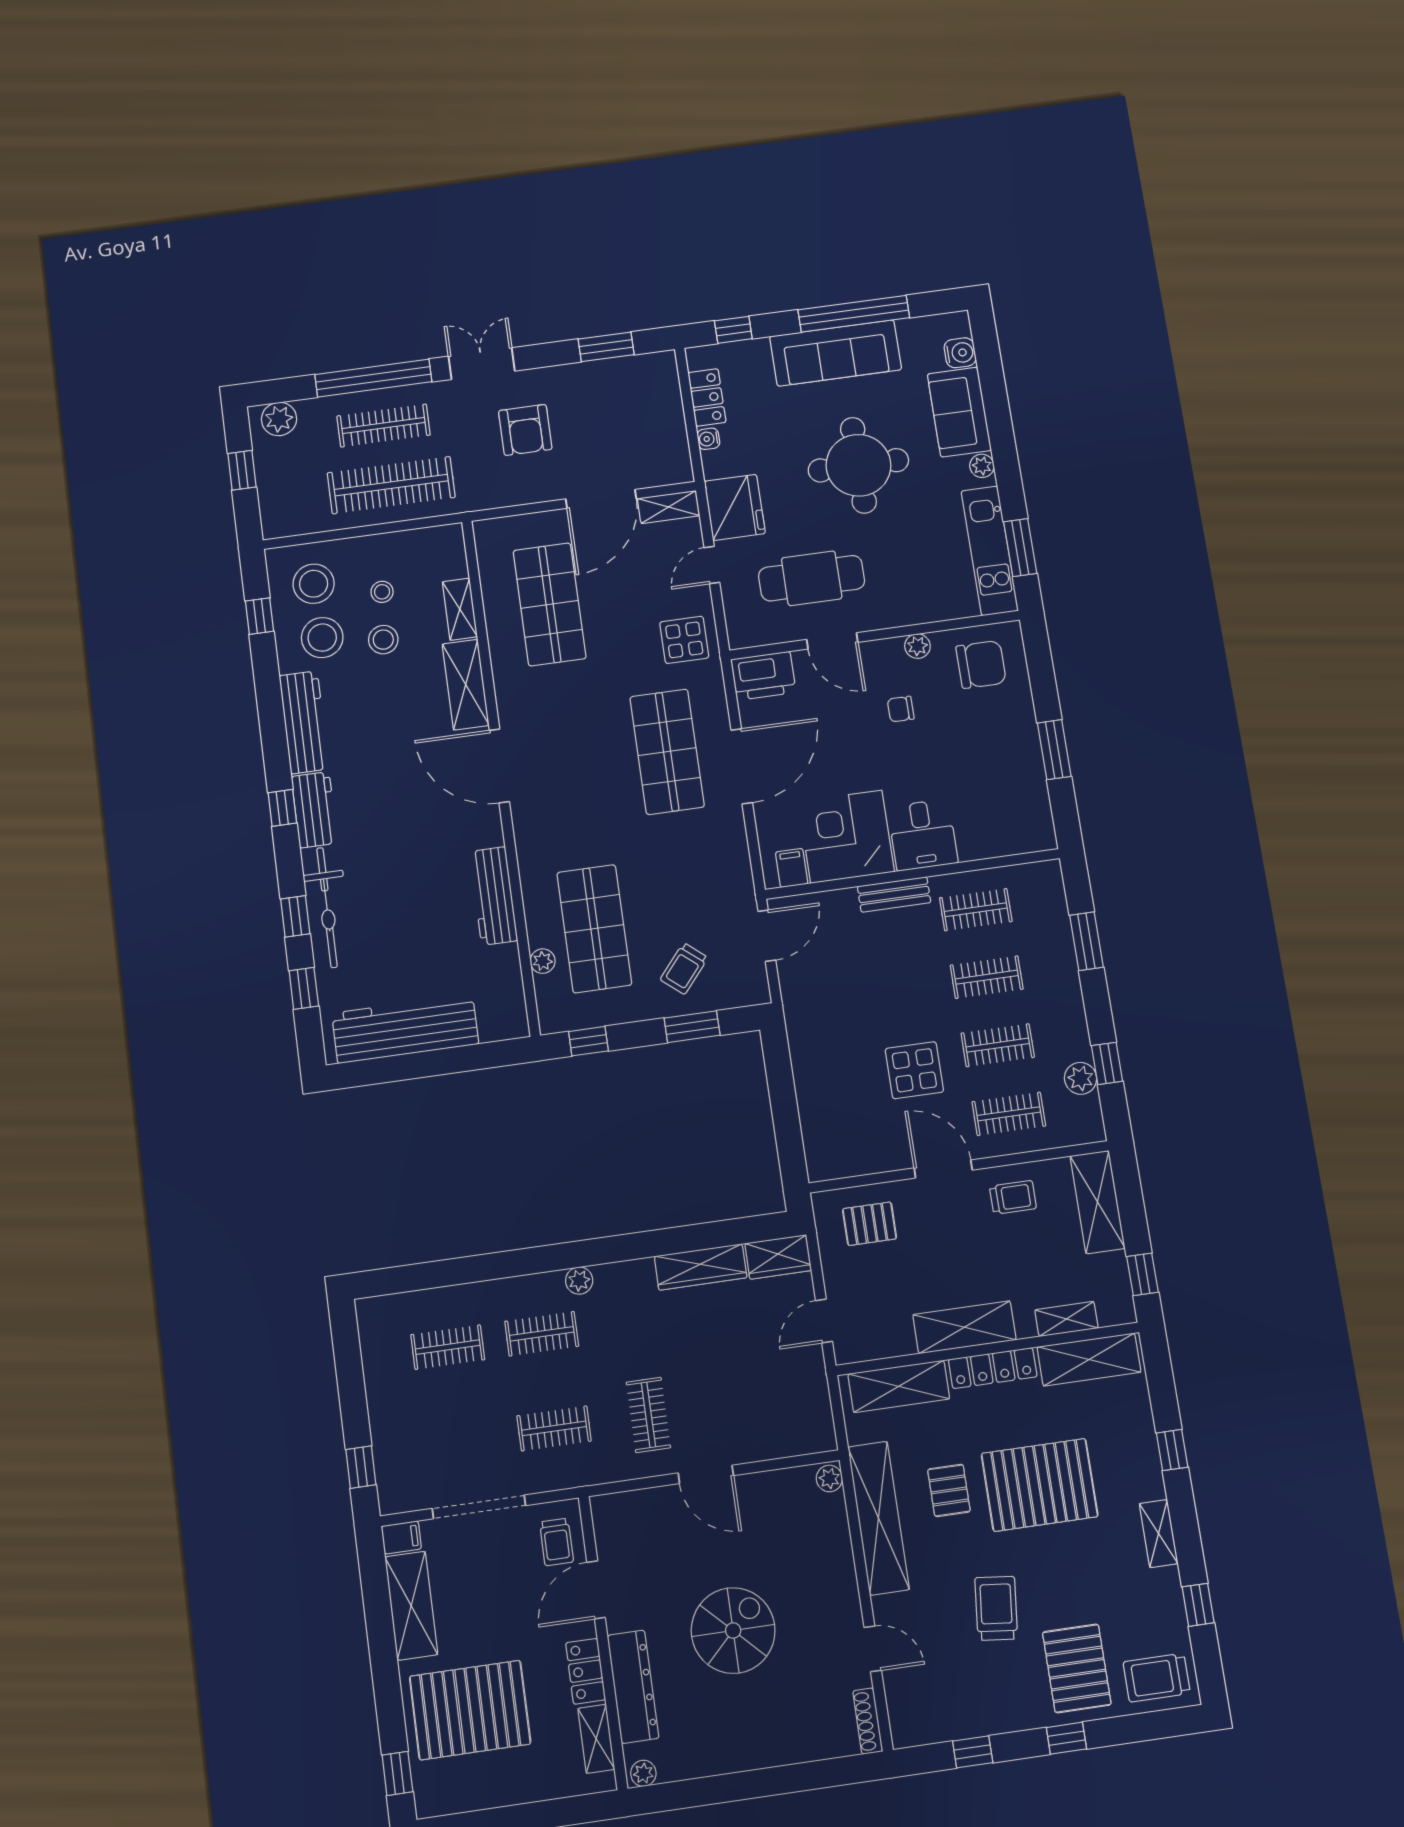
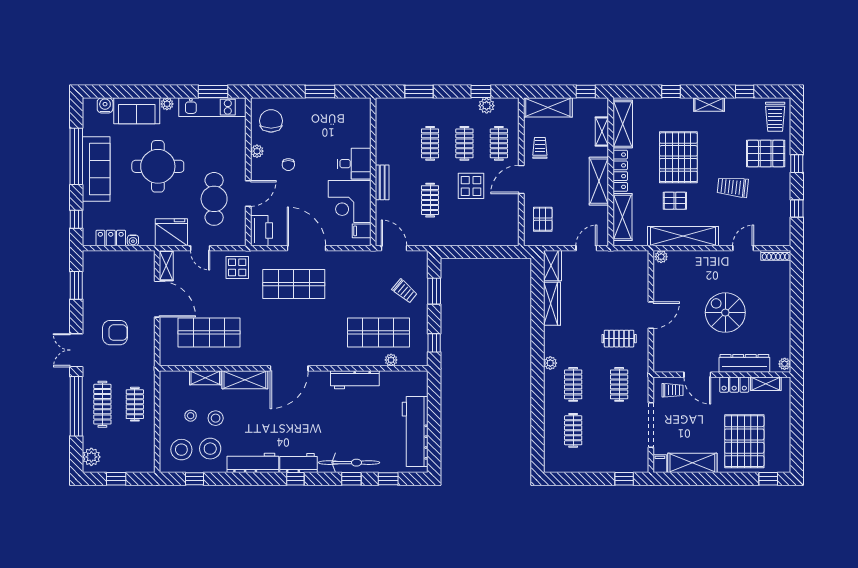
clothes rail: (391, 485) -> (135, 404), width x0.54, depth x0.76
clothes rail: (976, 910) -> (430, 200), moved
door: (824, 1321) -> (586, 248), swing flipped

